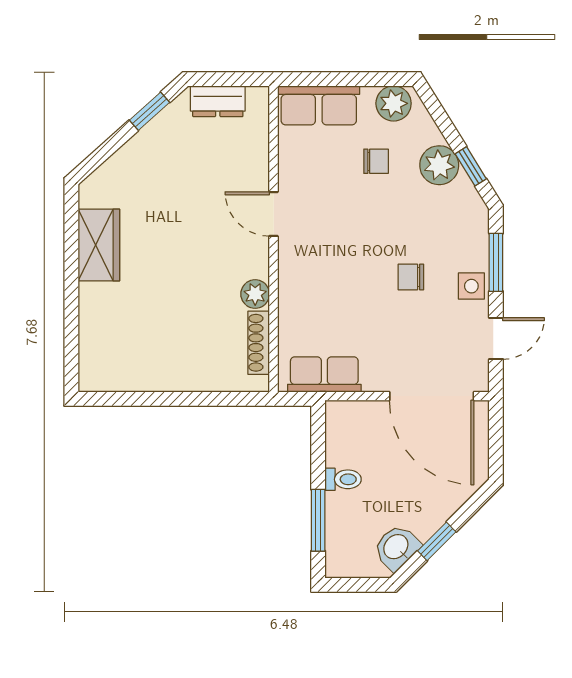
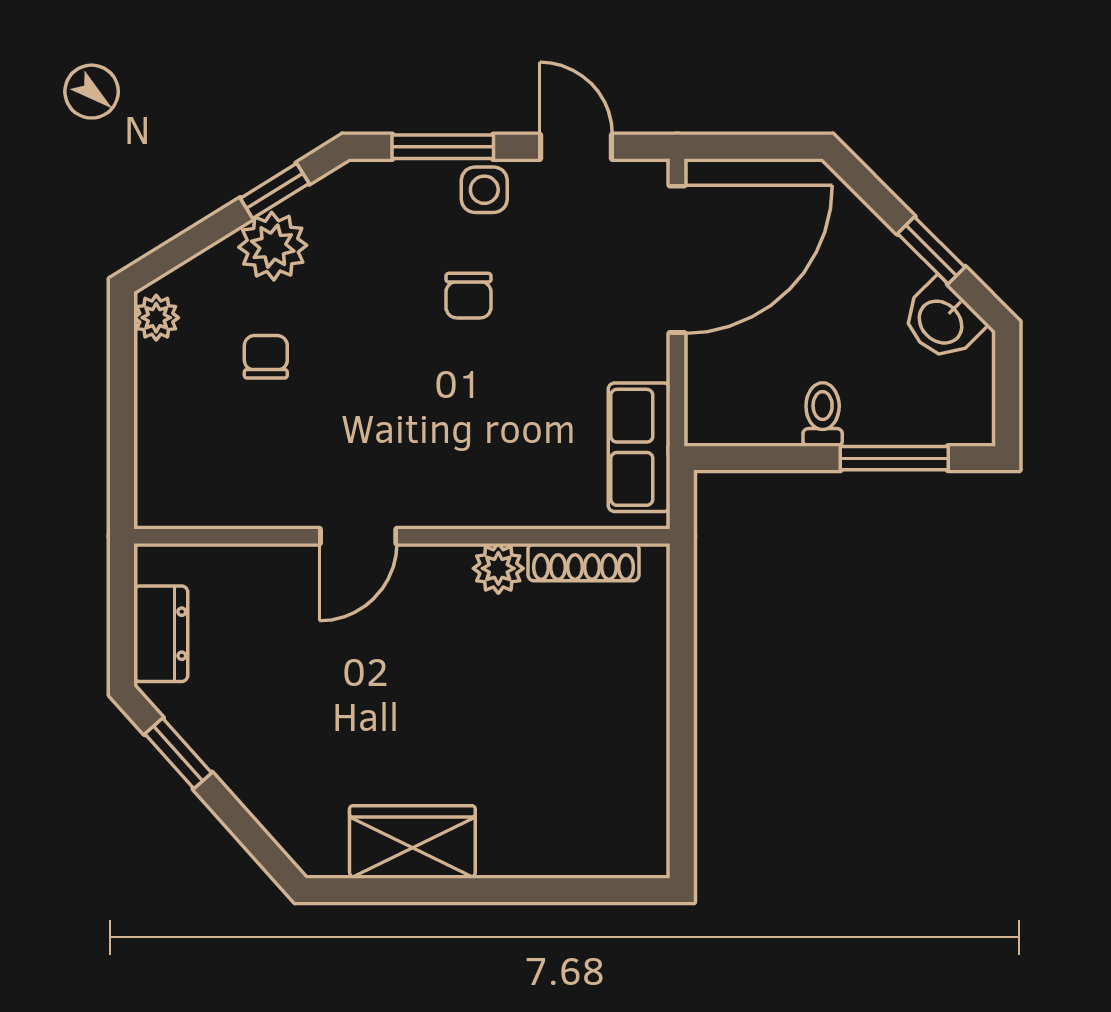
plant: (394, 103) -> (156, 318), width x0.73, depth x0.73
row of seats: (319, 105) -> (168, 457), removed

